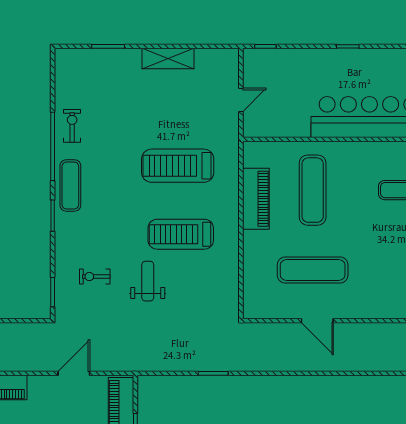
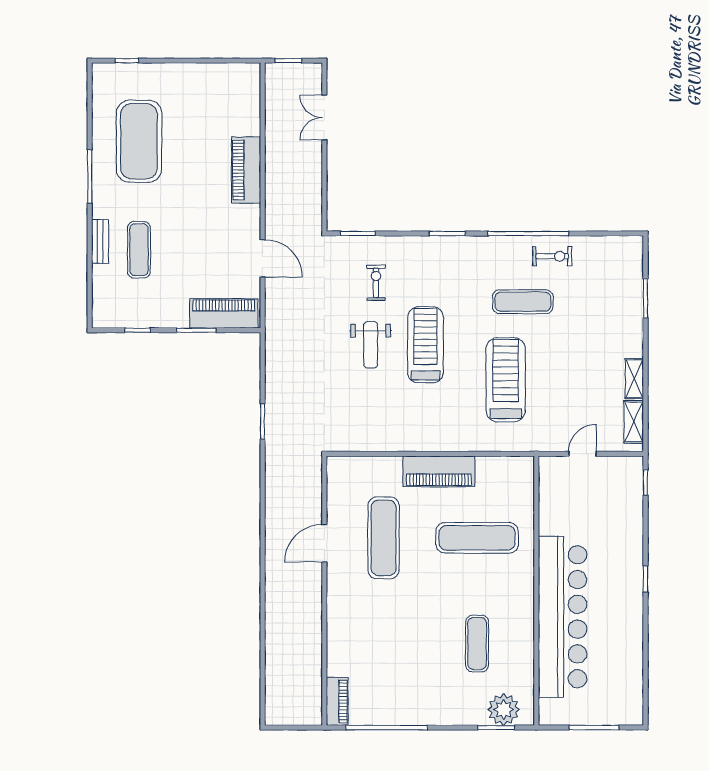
shelving: (214, 56) -> (634, 422), added
shelving: (168, 58) -> (634, 379), width x0.67, depth x0.75
door: (241, 100) -> (583, 454), swing flipped
exercise mat: (70, 185) -> (523, 302), moved
piano: (256, 199) -> (439, 471), moved
treadmill: (181, 234) -> (425, 345), moved
weight bench: (148, 281) -> (371, 345), turned 90

